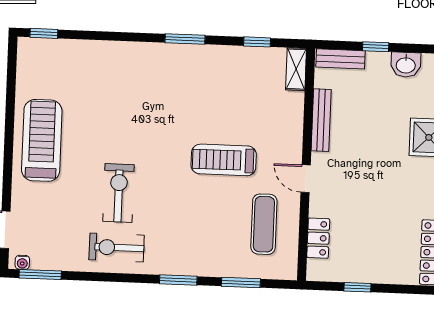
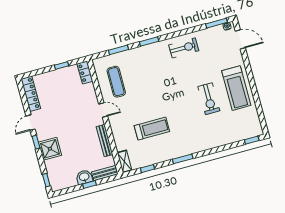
washbasin: (406, 65) -> (84, 177), moved
treadmill: (224, 160) -> (152, 129), moved
exercise bike: (119, 193) -> (209, 99), moved
locker: (318, 238) -> (85, 72), moved

